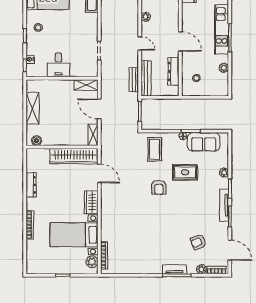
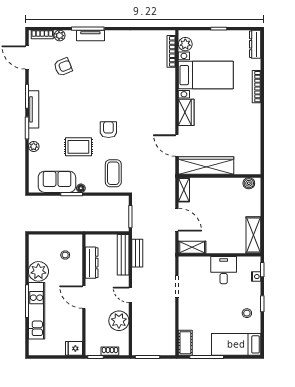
plant: (146, 17) -> (119, 321), width x1.88, depth x1.88
plant: (224, 68) -> (38, 271), width x1.87, depth x1.87
shelving: (33, 108) -> (253, 235), moved
dresser: (31, 185) -> (255, 44), moved

